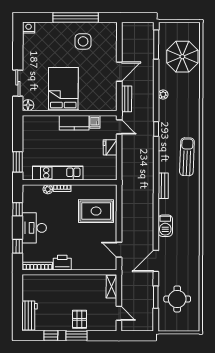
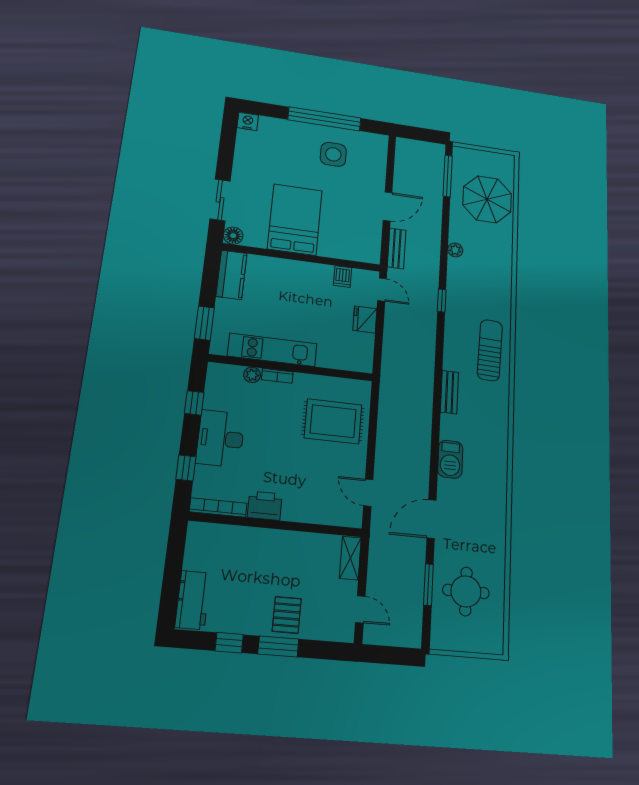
kitchen counter: (74, 123) -> (231, 275), moved, turned -90

